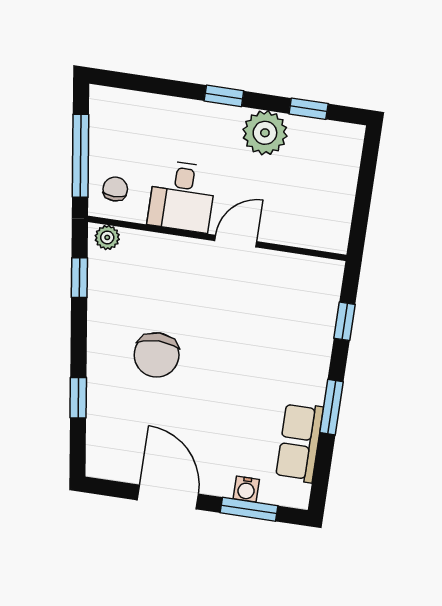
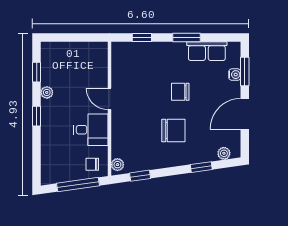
plant: (265, 133) -> (47, 92), width x0.53, depth x0.53
chair: (229, 379) -> (180, 92), added
plant: (98, 445) -> (224, 153), added

